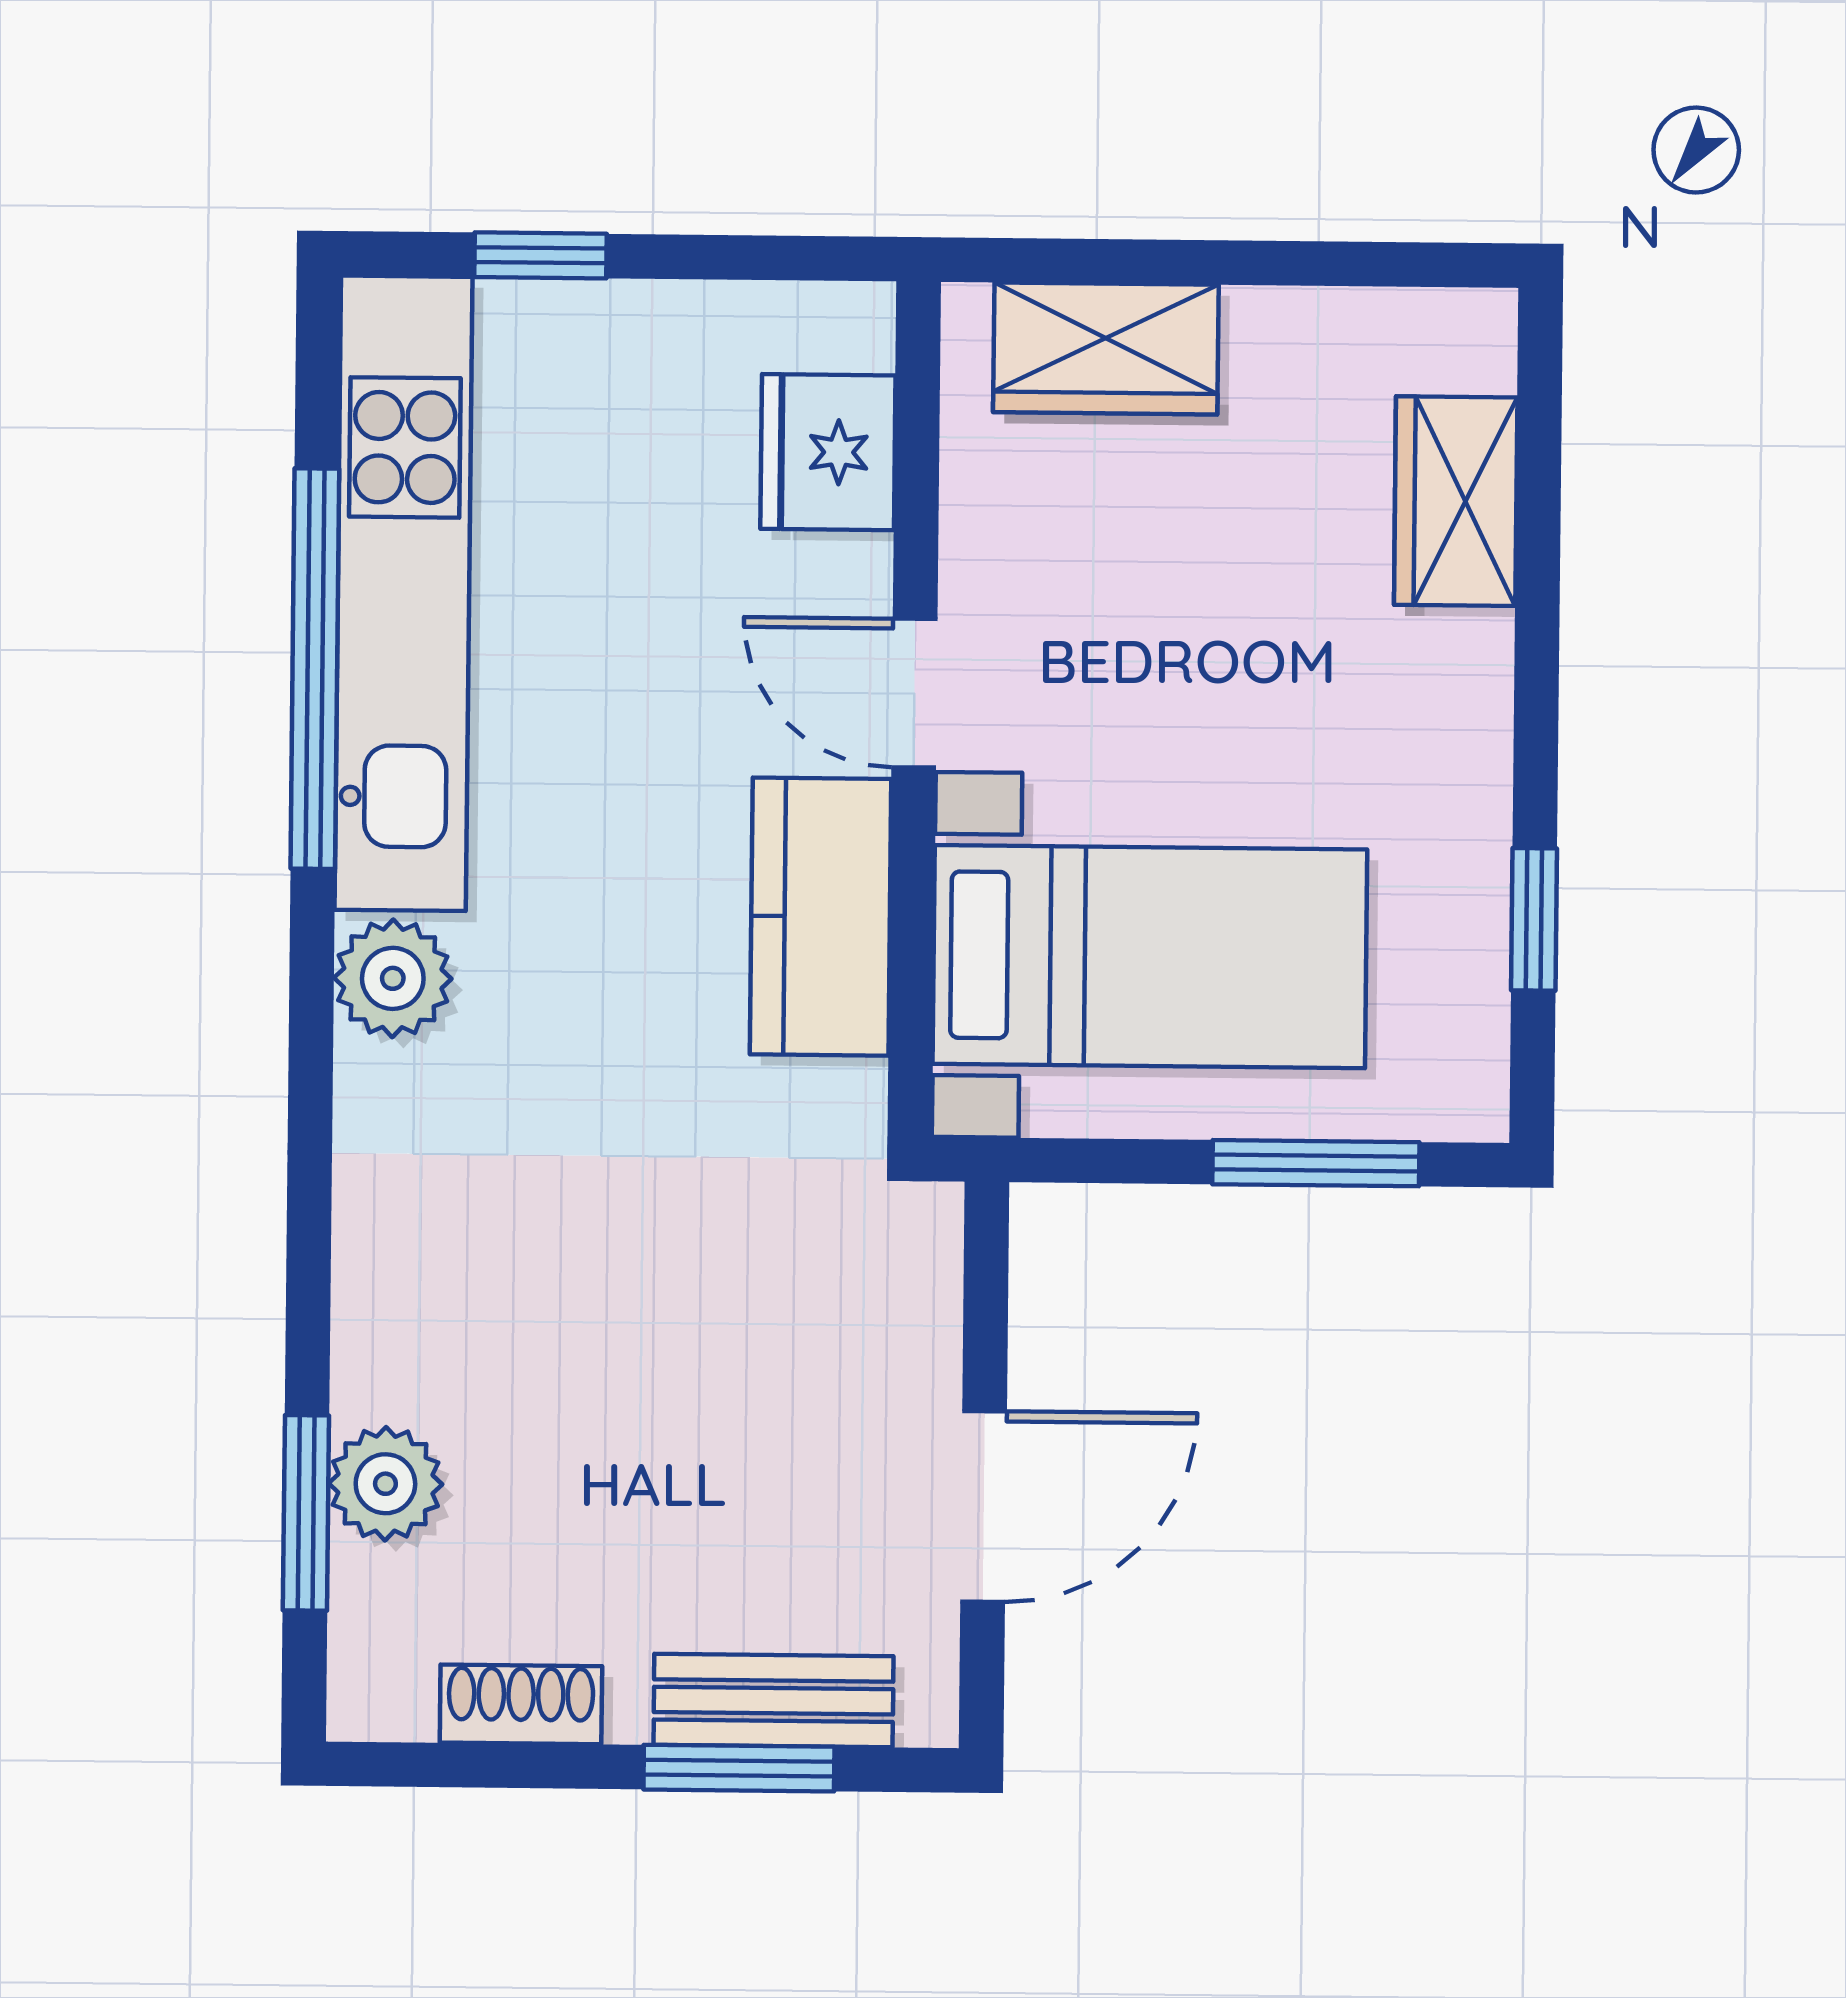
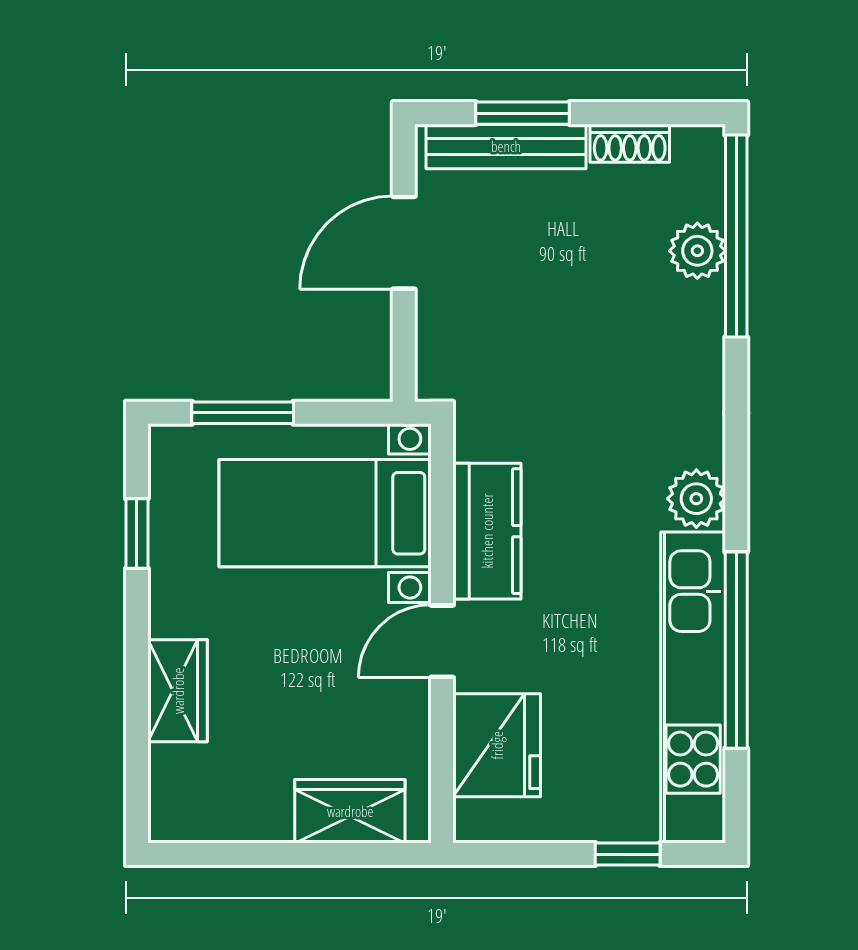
fridge: (828, 452) -> (497, 745), width x1.36, depth x1.34
wardrobe: (1456, 501) -> (178, 691), moved
door: (914, 693) -> (442, 641), swing flipped
window: (306, 1513) -> (736, 236), width x2.11
bench: (773, 1701) -> (506, 146), width x1.36

